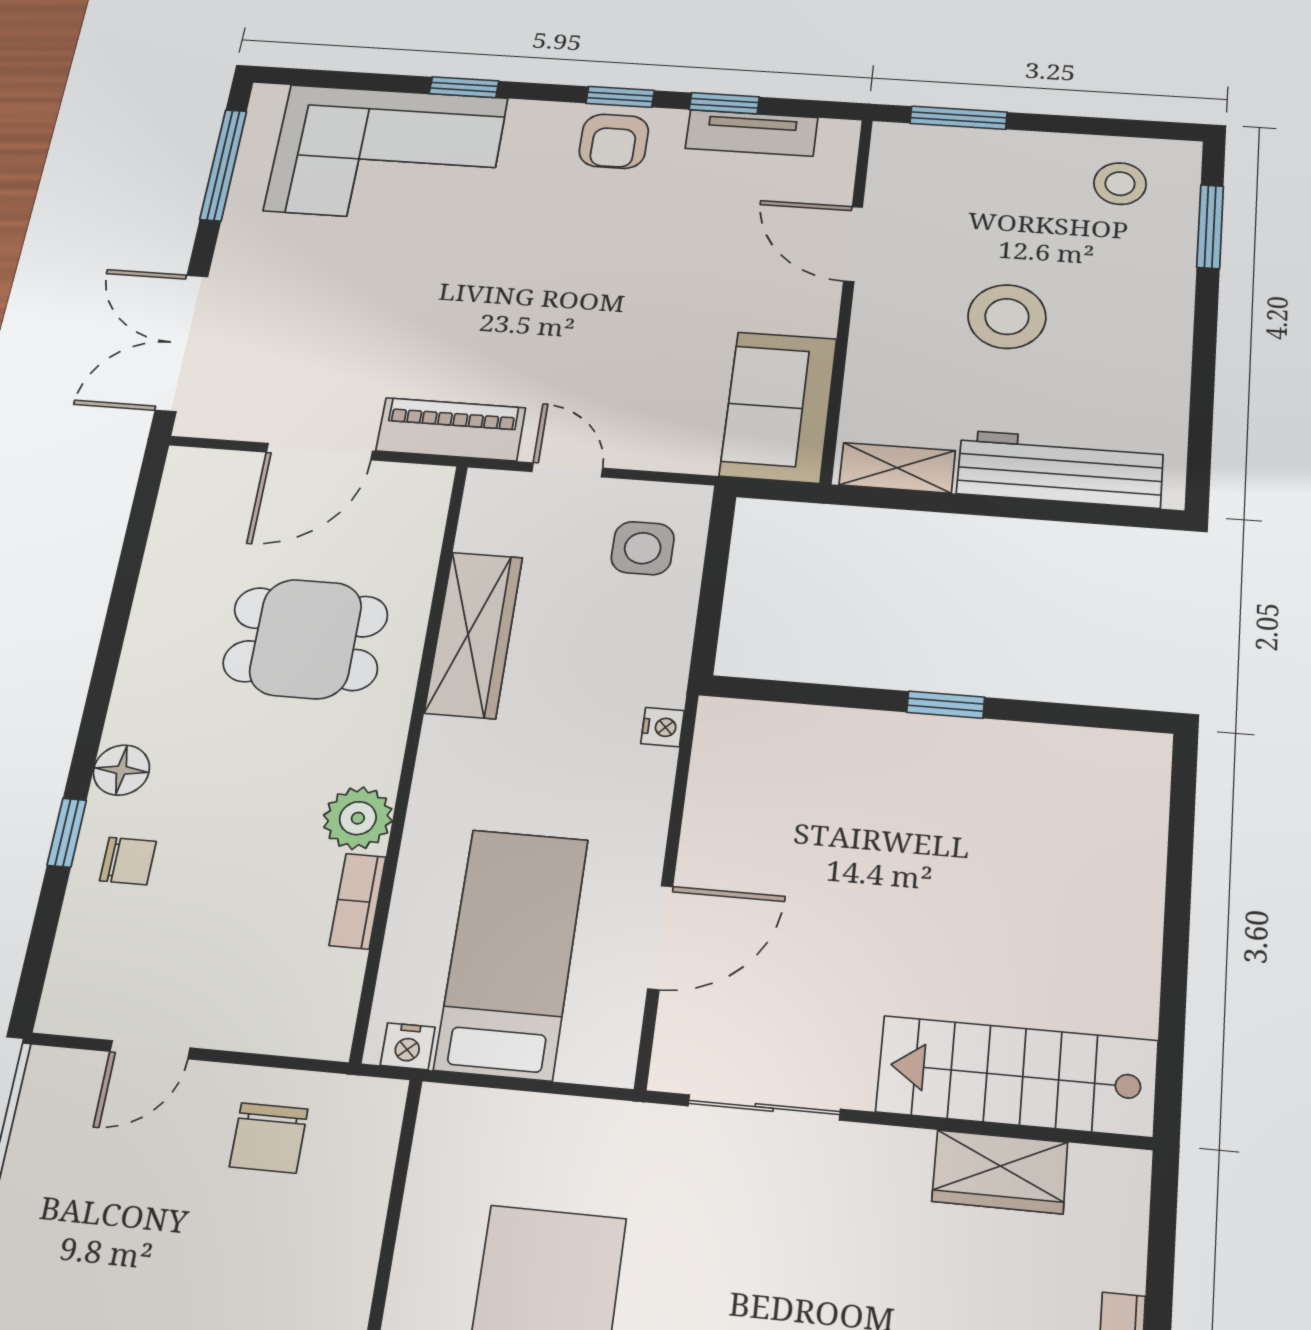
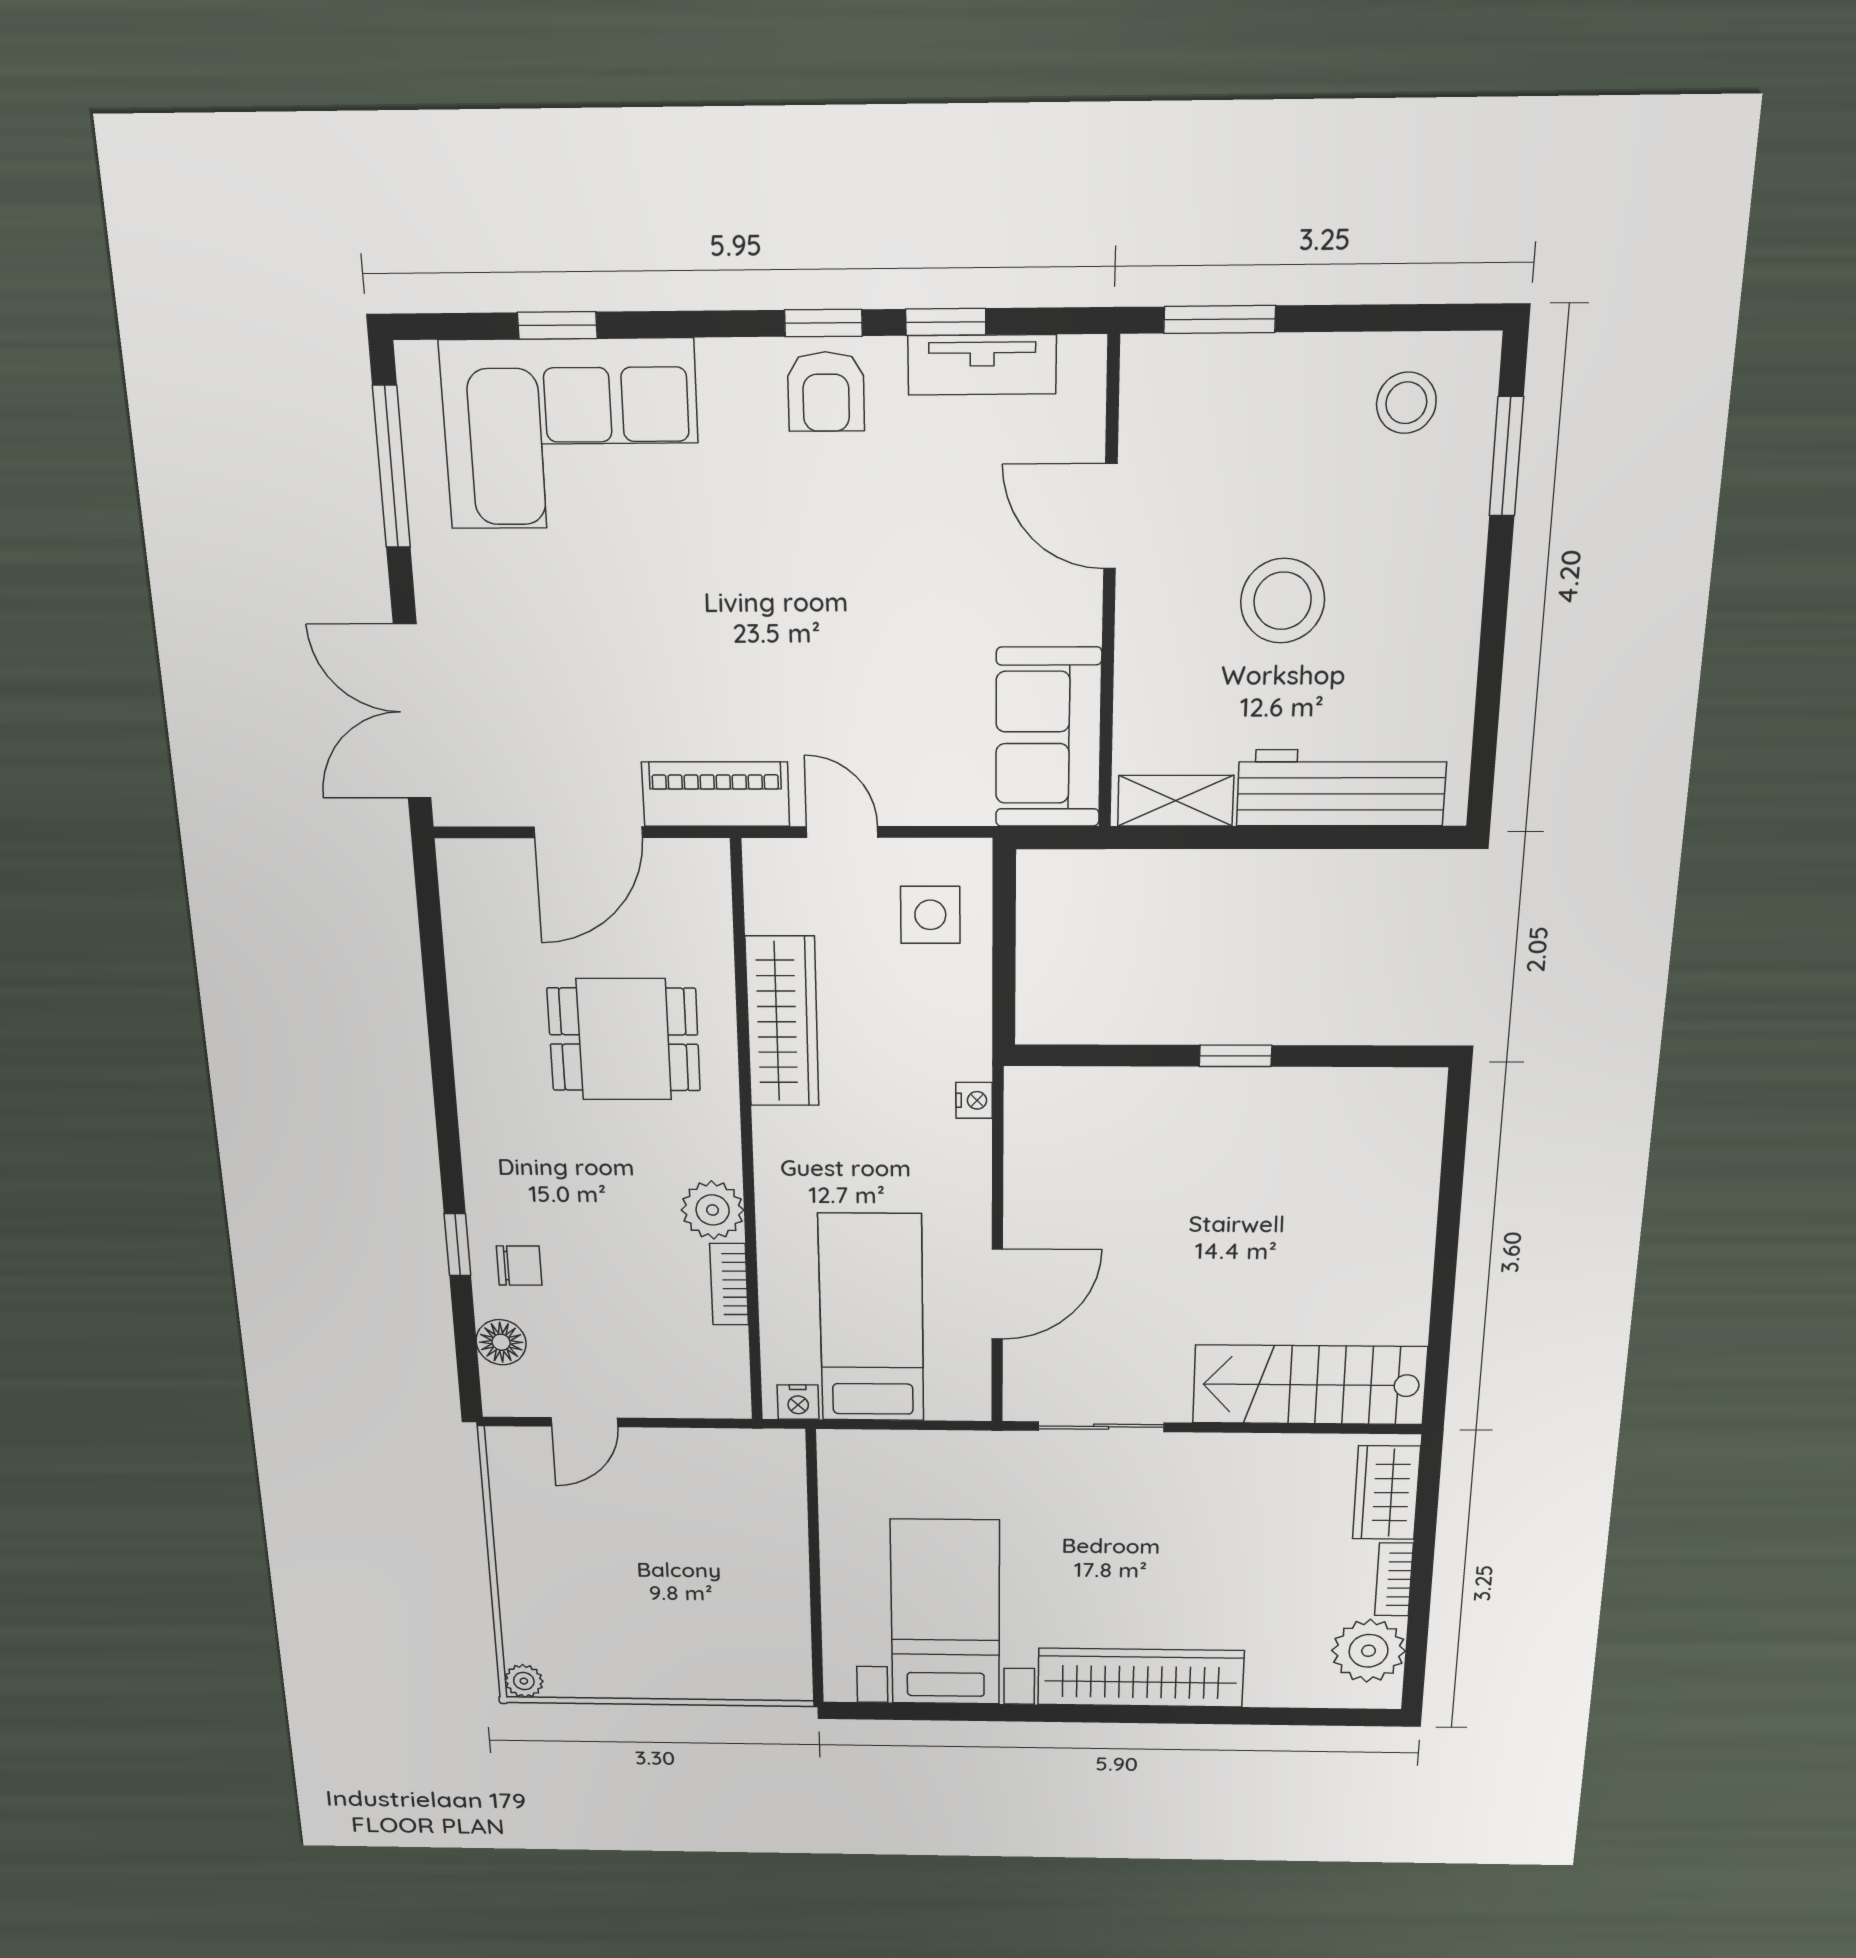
window: (464, 87) -> (557, 325), moved
floor lamp: (121, 770) -> (501, 1342), moved
chair: (269, 1138) -> (700, 1483), removed
wardrobe: (1000, 1172) -> (1386, 1493), moved, turned 90

